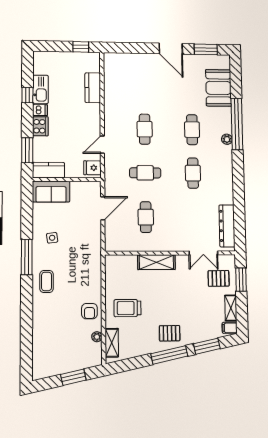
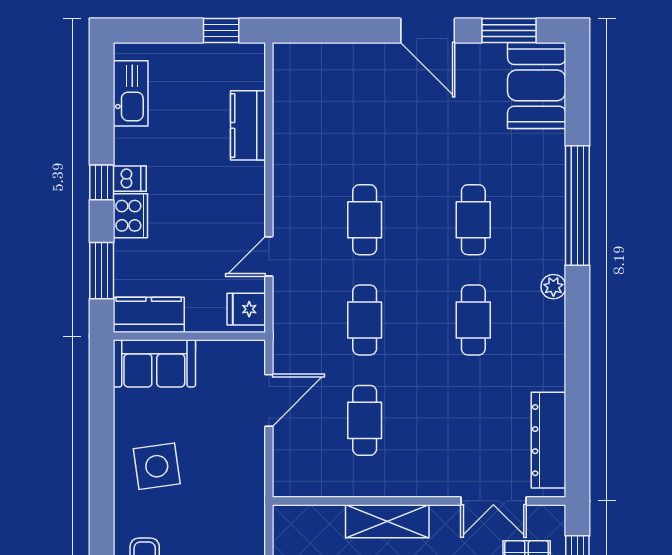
booth: (219, 88) -> (537, 85), moved
kitchen sink: (40, 89) -> (131, 93), moved
window: (27, 95) -> (102, 182), moved
plant: (227, 139) -> (553, 287), moved
cafe table: (145, 173) -> (365, 320), turned 90
side table: (52, 238) -> (157, 466), width x1.87, depth x1.87
window: (27, 257) -> (102, 508), removed

